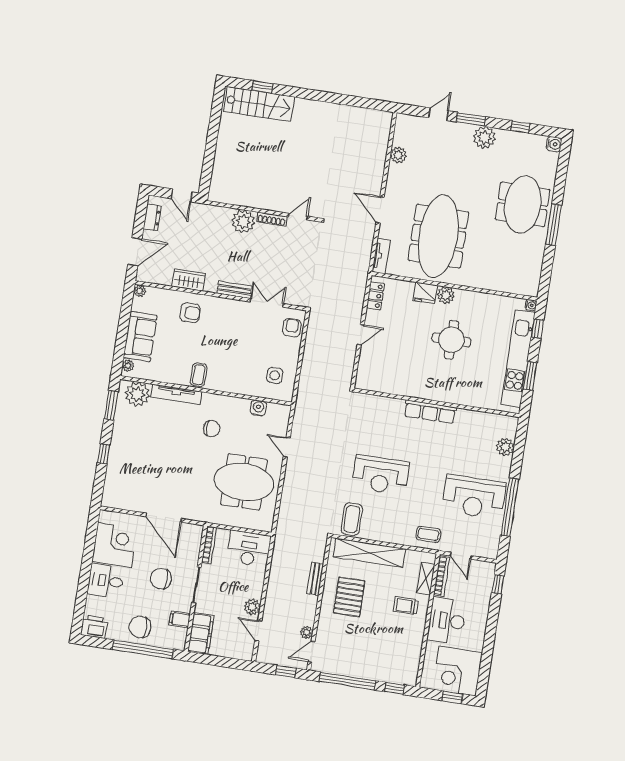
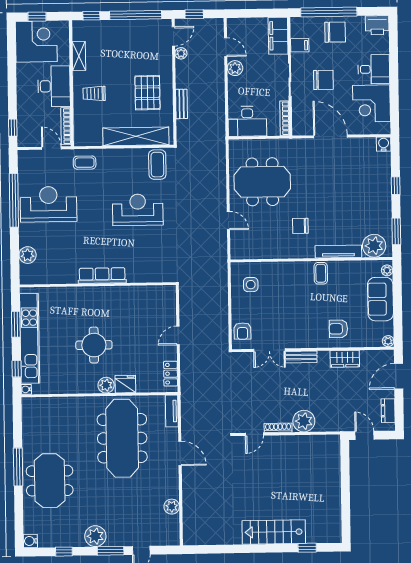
stairs: (259, 104) -> (274, 532), moved
water cooler: (258, 408) -> (384, 144), moved, turned 180
shelving: (426, 579) -> (79, 56), moved
trolley: (406, 606) -> (94, 94), turned 180

